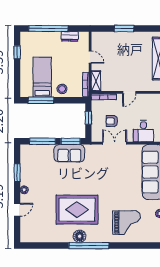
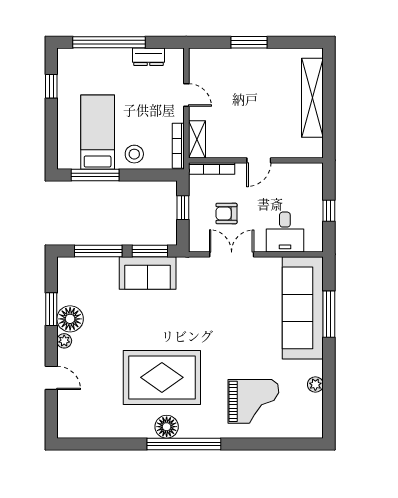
floor lamp: (27, 178) -> (70, 319), added
door: (17, 210) -> (51, 378), hinge flipped

